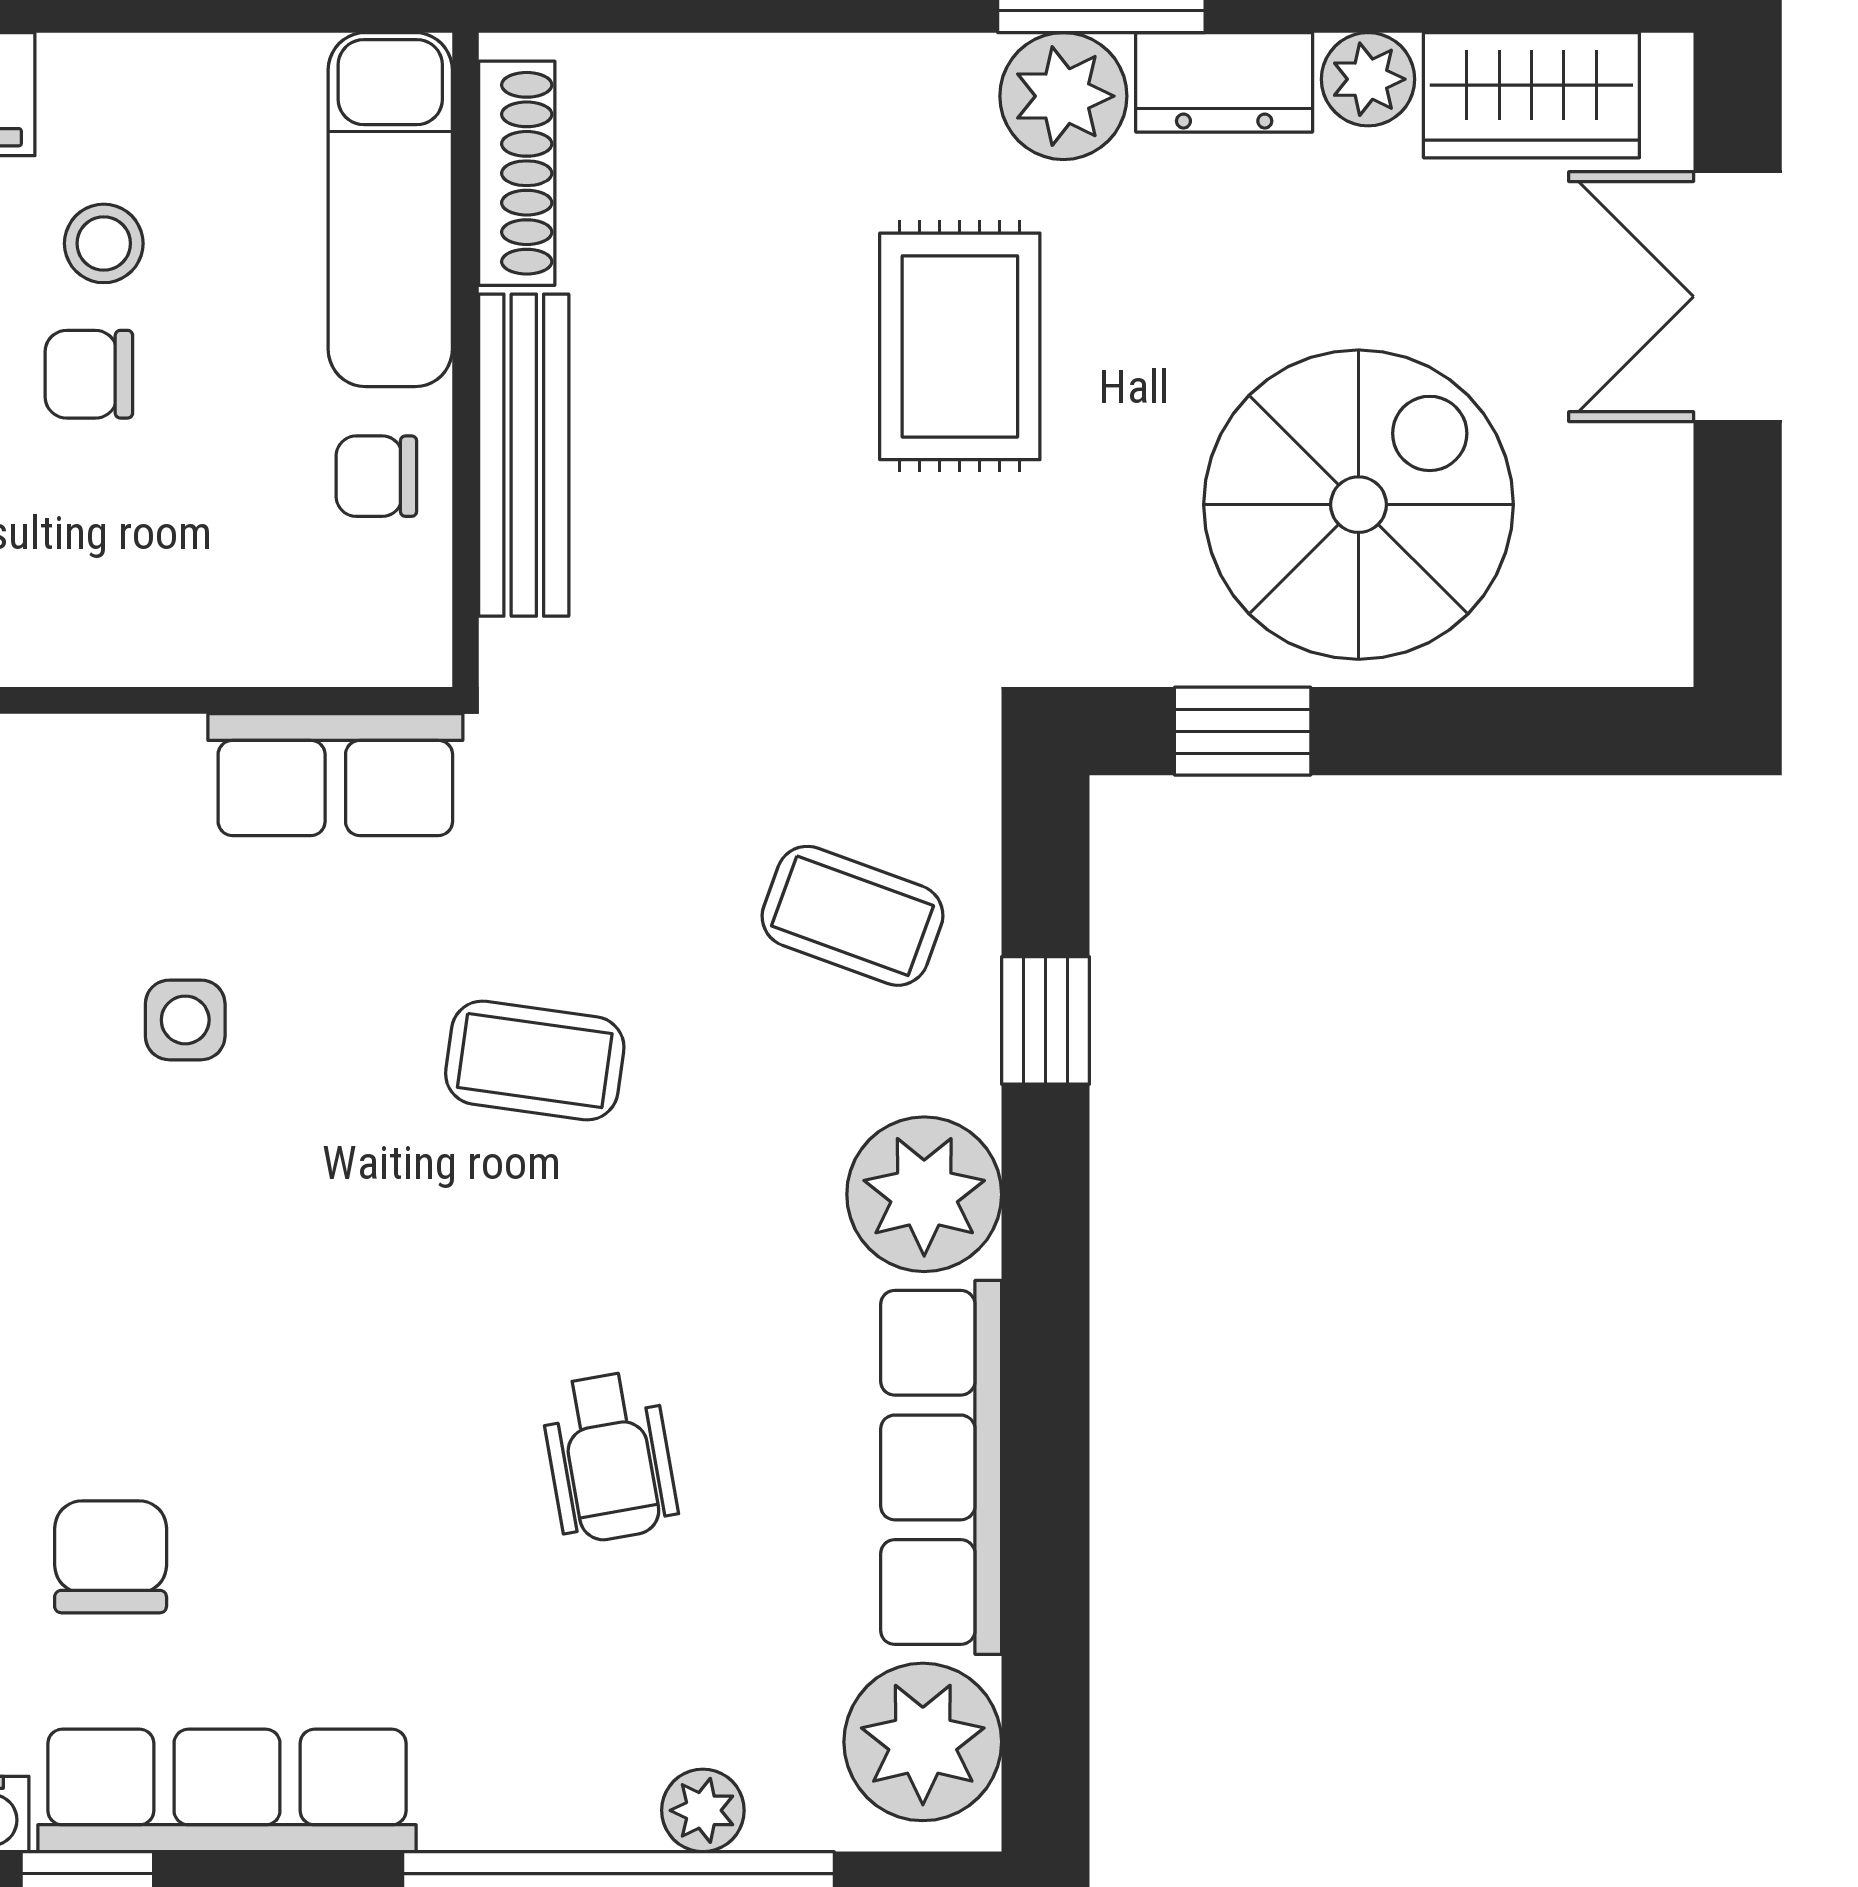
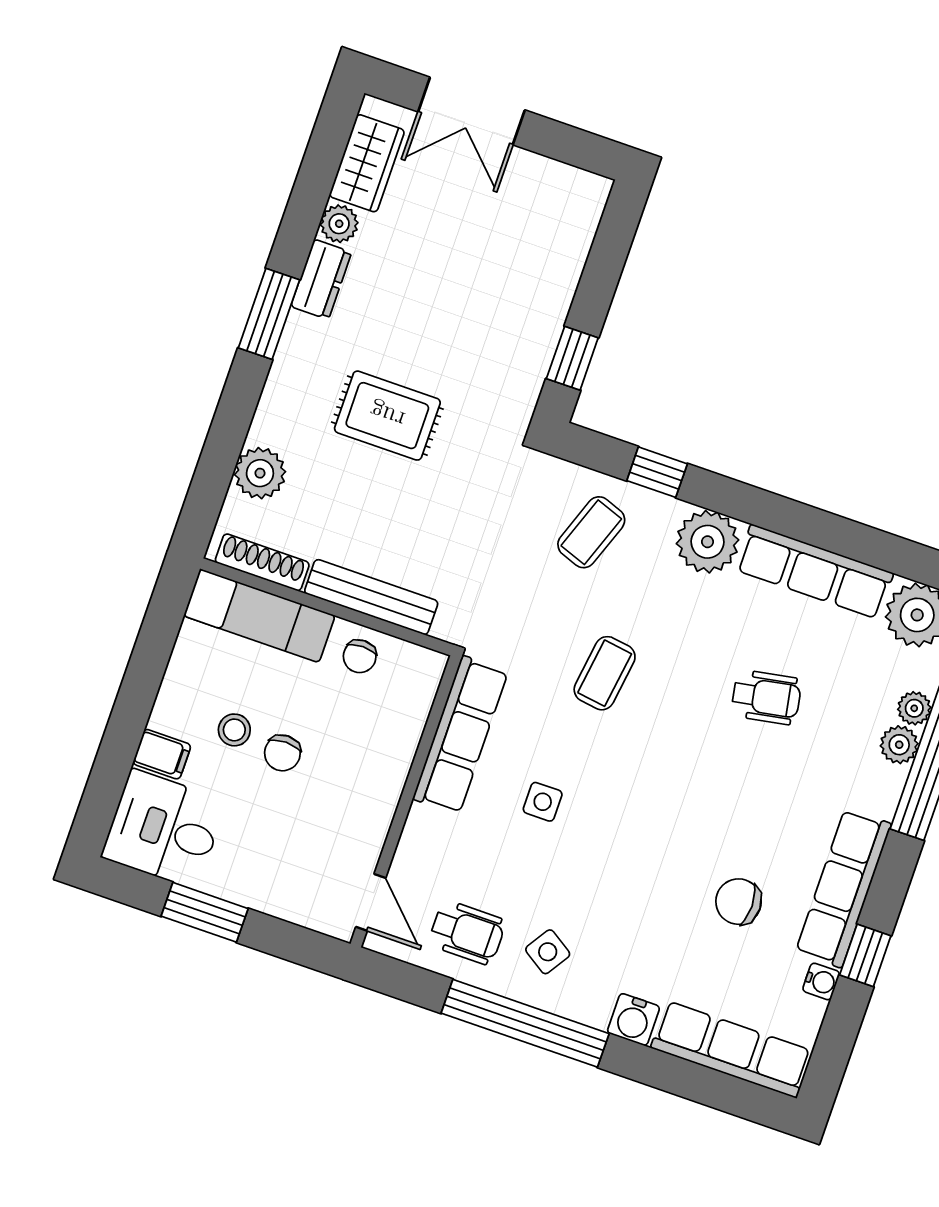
plant: (1063, 96) -> (260, 473), moved
spiral stairs: (1358, 505) -> (501, 284), removed
row of seats: (335, 775) -> (460, 735), width x1.48
plant: (606, 1805) -> (899, 745), added

